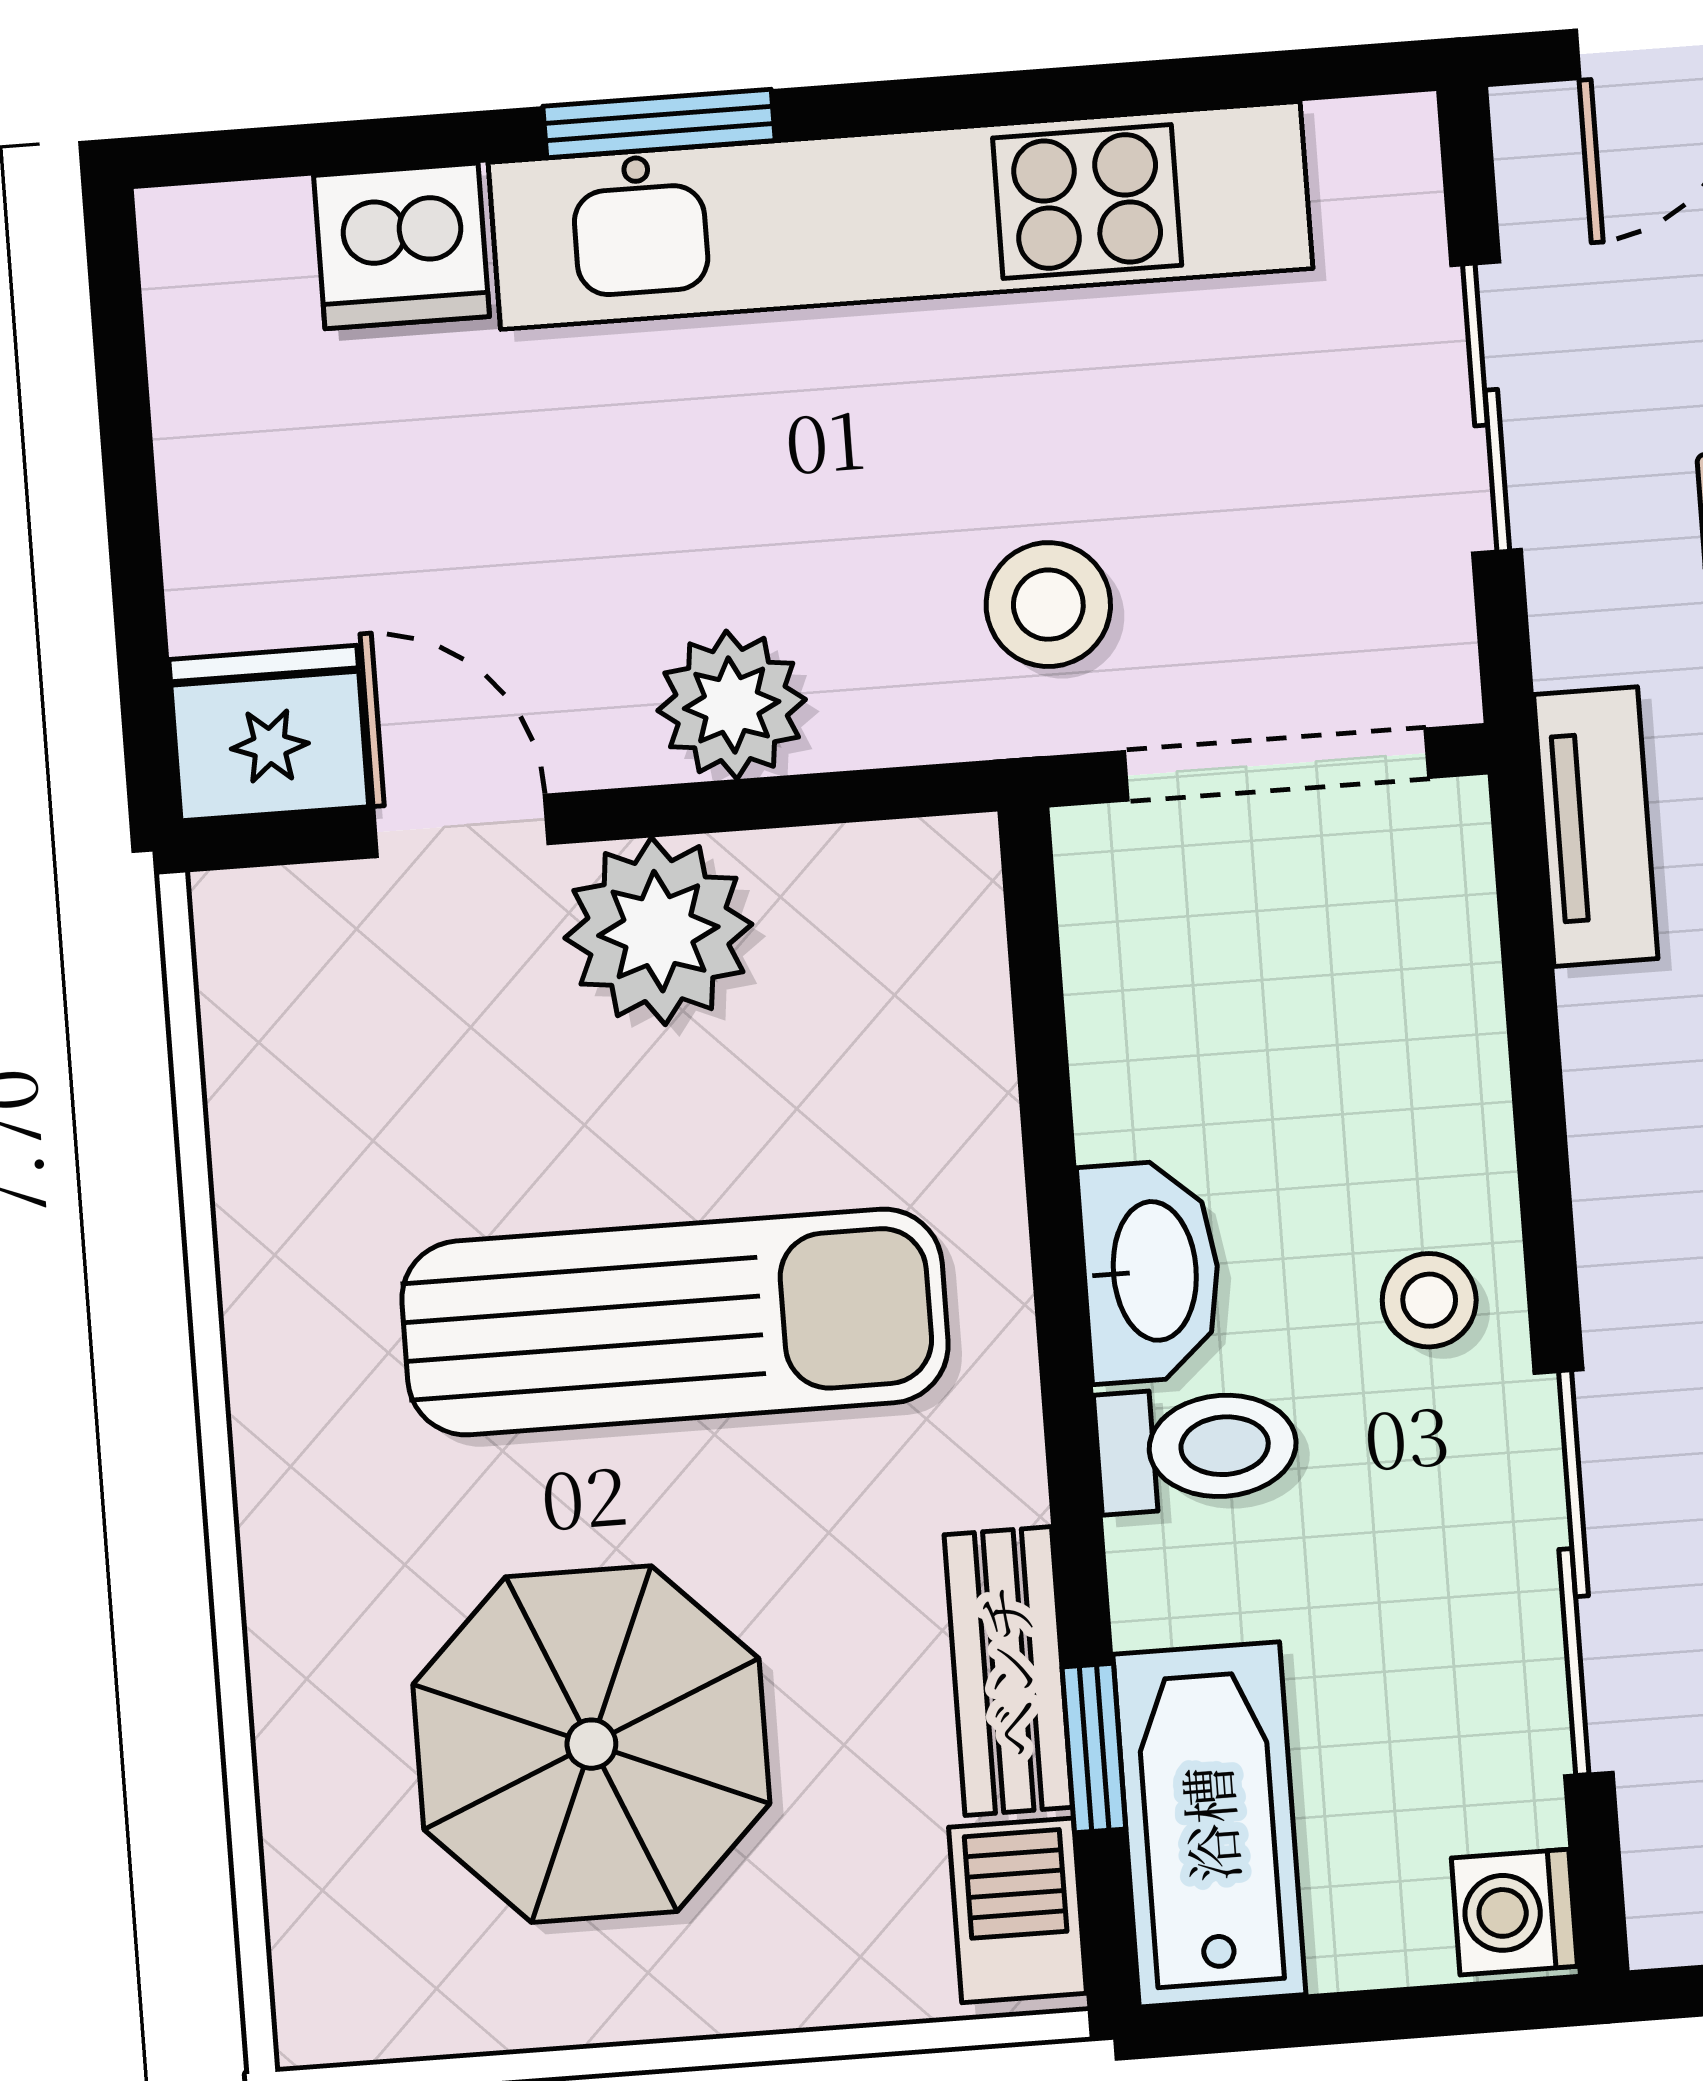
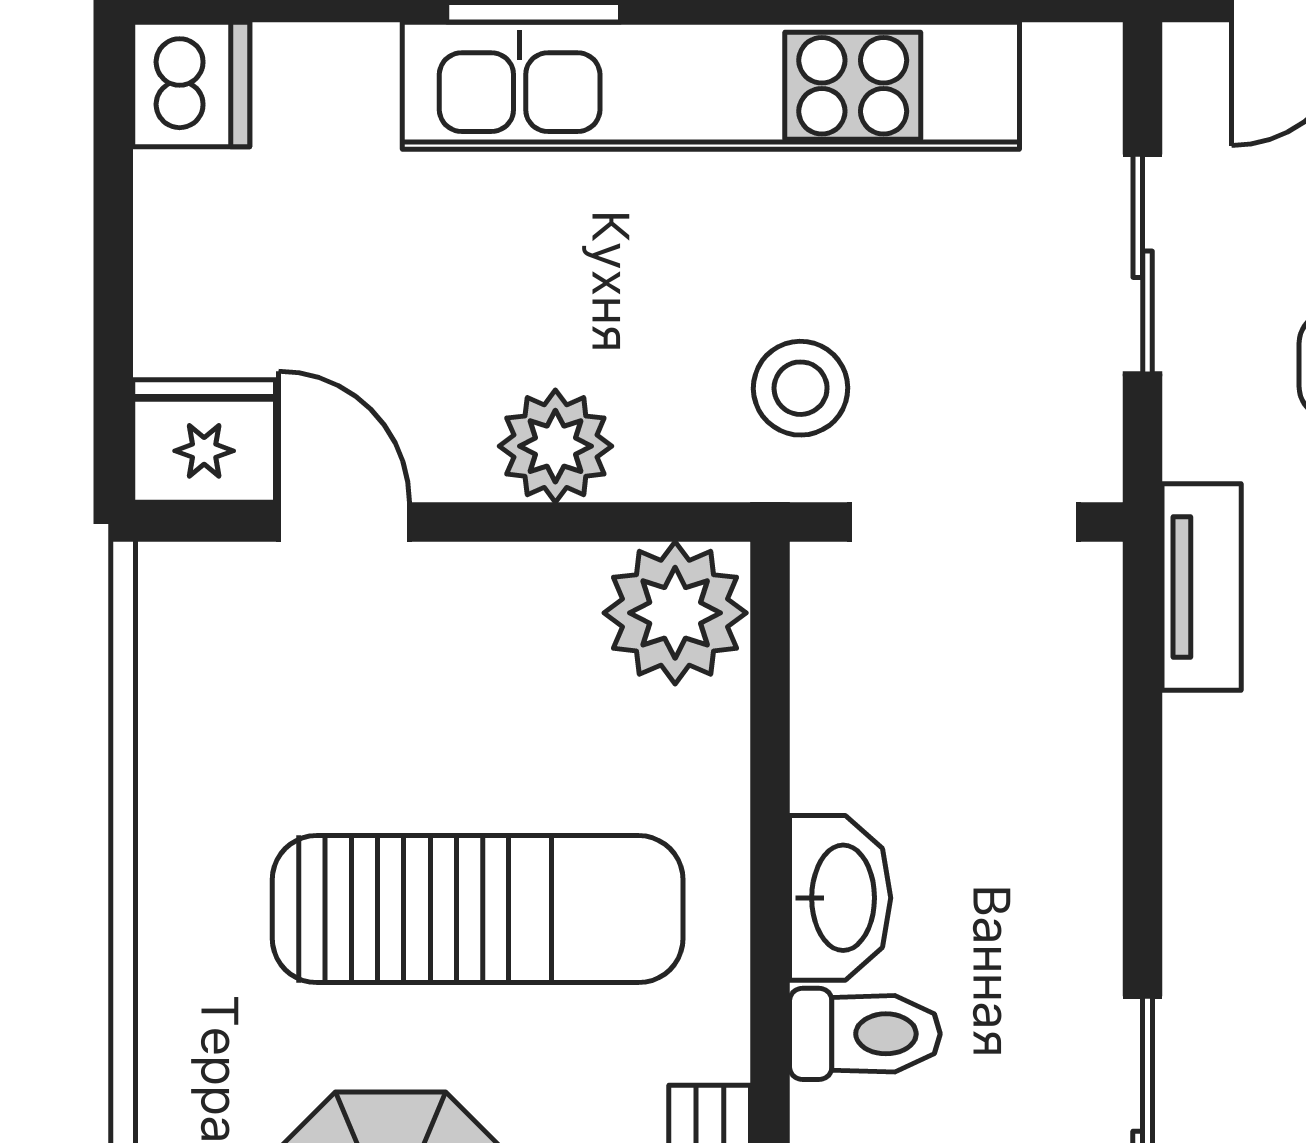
dishwasher: (402, 246) -> (191, 84), moved, turned -90
plant: (658, 931) -> (675, 613), moved
stool: (1429, 1300) -> (1049, 935), removed

